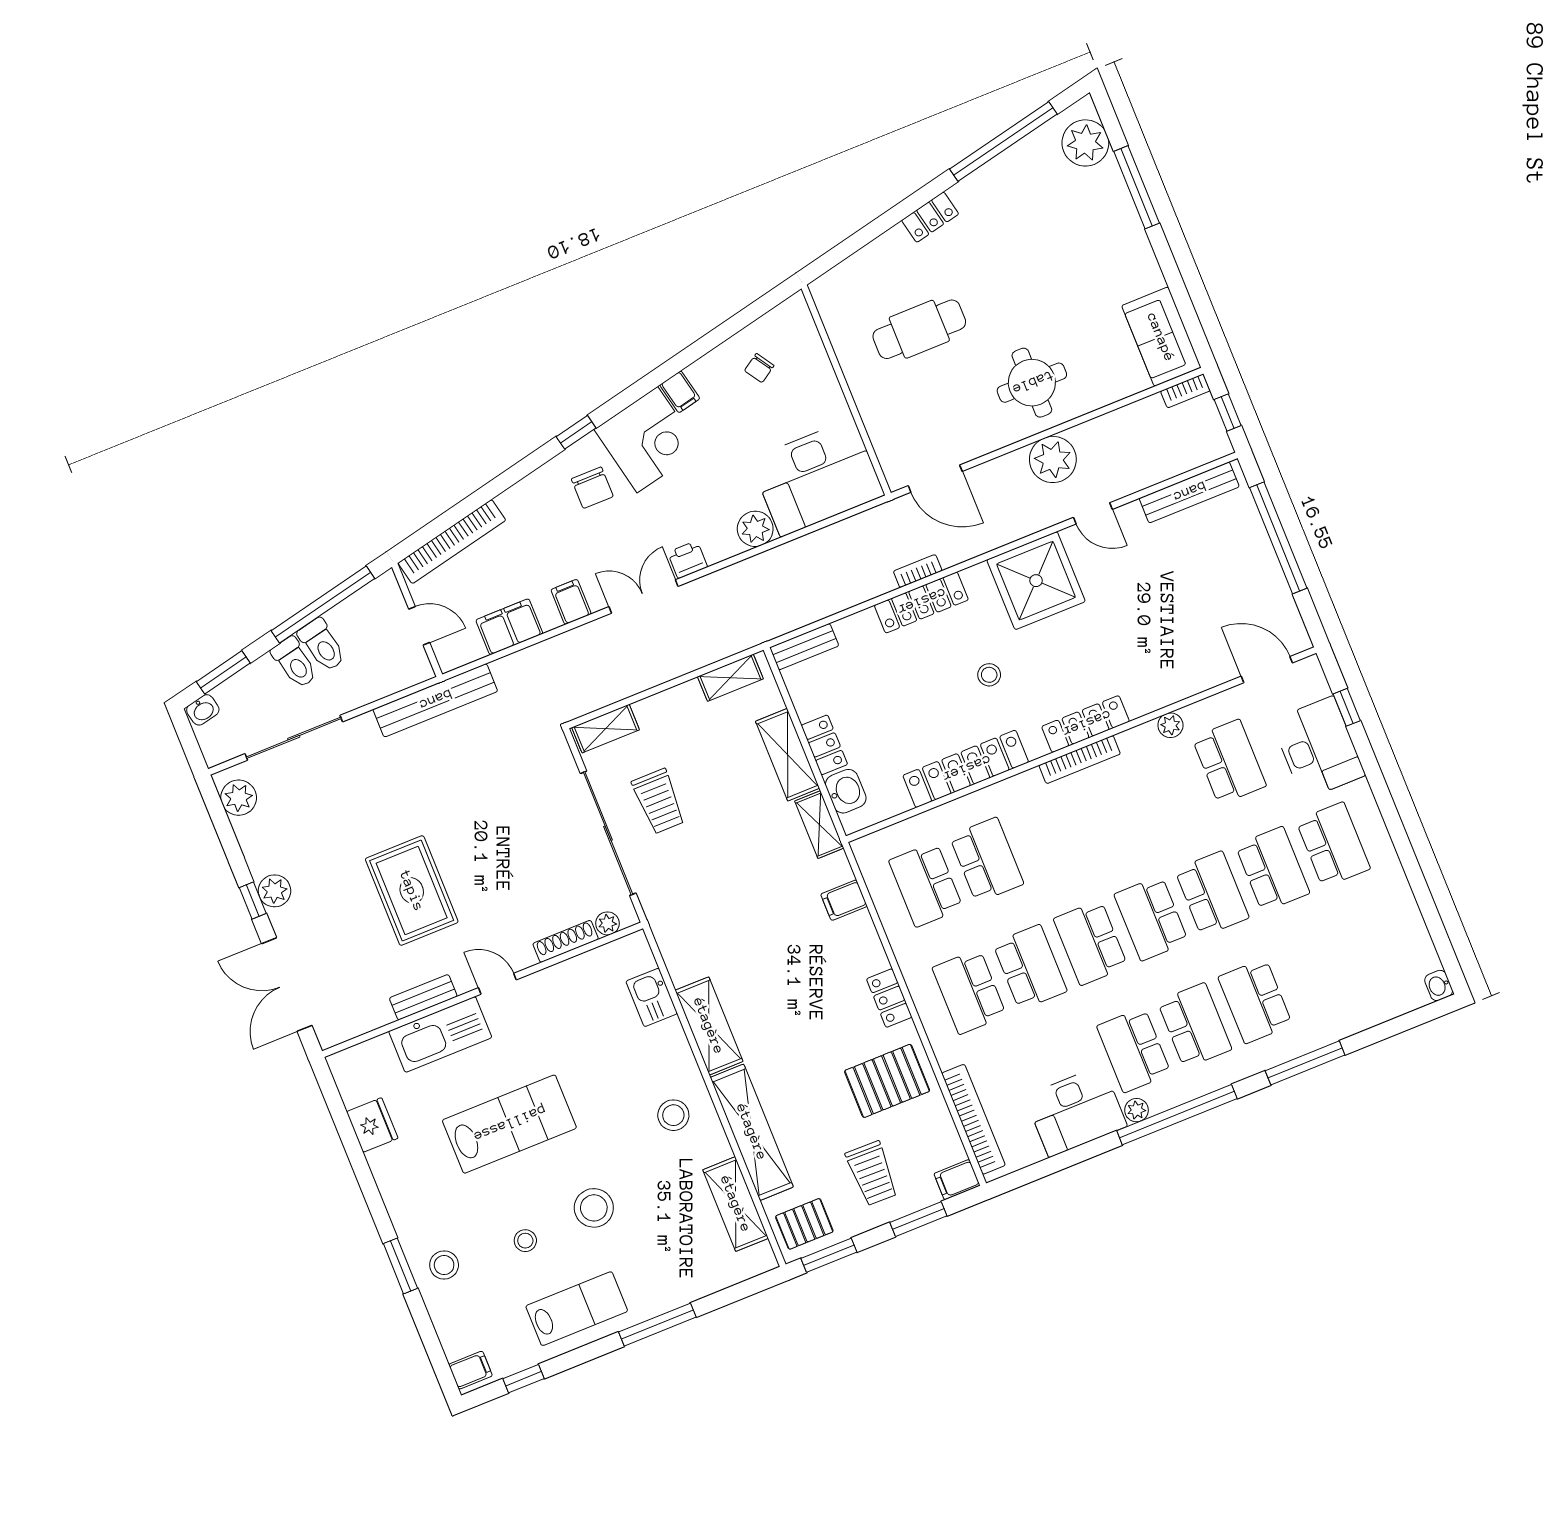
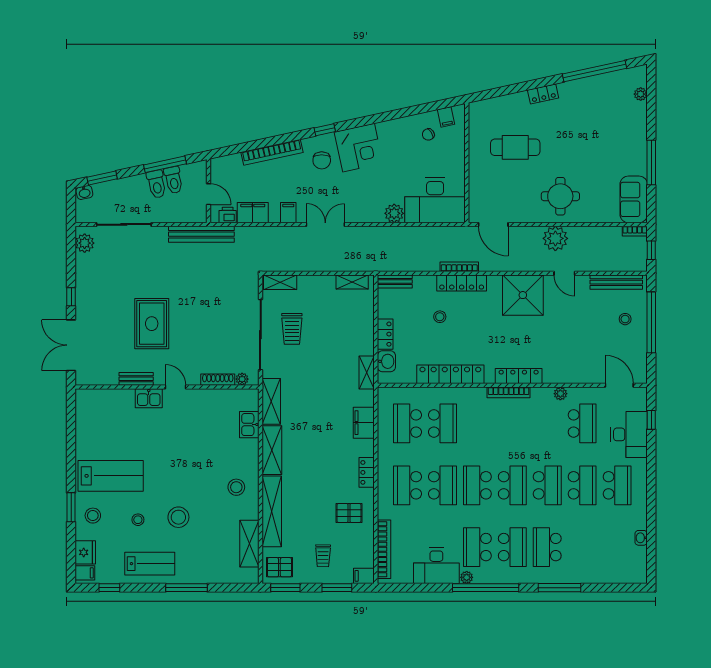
plant: (1085, 143) -> (641, 94), width x0.53, depth x0.53
window: (1137, 187) -> (651, 162), moved
filing cabinet: (680, 392) -> (446, 117), moved
bookcase: (452, 542) -> (272, 152), moved
stool: (1231, 550) -> (625, 319), added
printer: (688, 560) -> (228, 215), moved
bookcase: (918, 571) -> (459, 267), width x1.56
window: (323, 605) -> (165, 164), width x0.68
toilet: (295, 663) -> (173, 180), moved
stool: (989, 675) -> (440, 317), moved
shelving: (788, 755) -> (271, 401), moved
plant: (274, 891) -> (84, 296), removed
filing cabinet: (844, 900) -> (364, 423), width x2.00
school desk: (1151, 918) -> (512, 485), turned 180
washbasin: (1439, 985) -> (641, 538), moved
kitchen sink: (440, 1034) -> (149, 398), width x0.53, depth x0.81
pallet: (887, 1081) -> (349, 513), width x0.67, depth x0.71
lab bench: (509, 1124) -> (111, 476), moved
fridge: (372, 1125) -> (85, 552), moved
trolley: (872, 1173) -> (323, 556), width x0.73, depth x0.72

